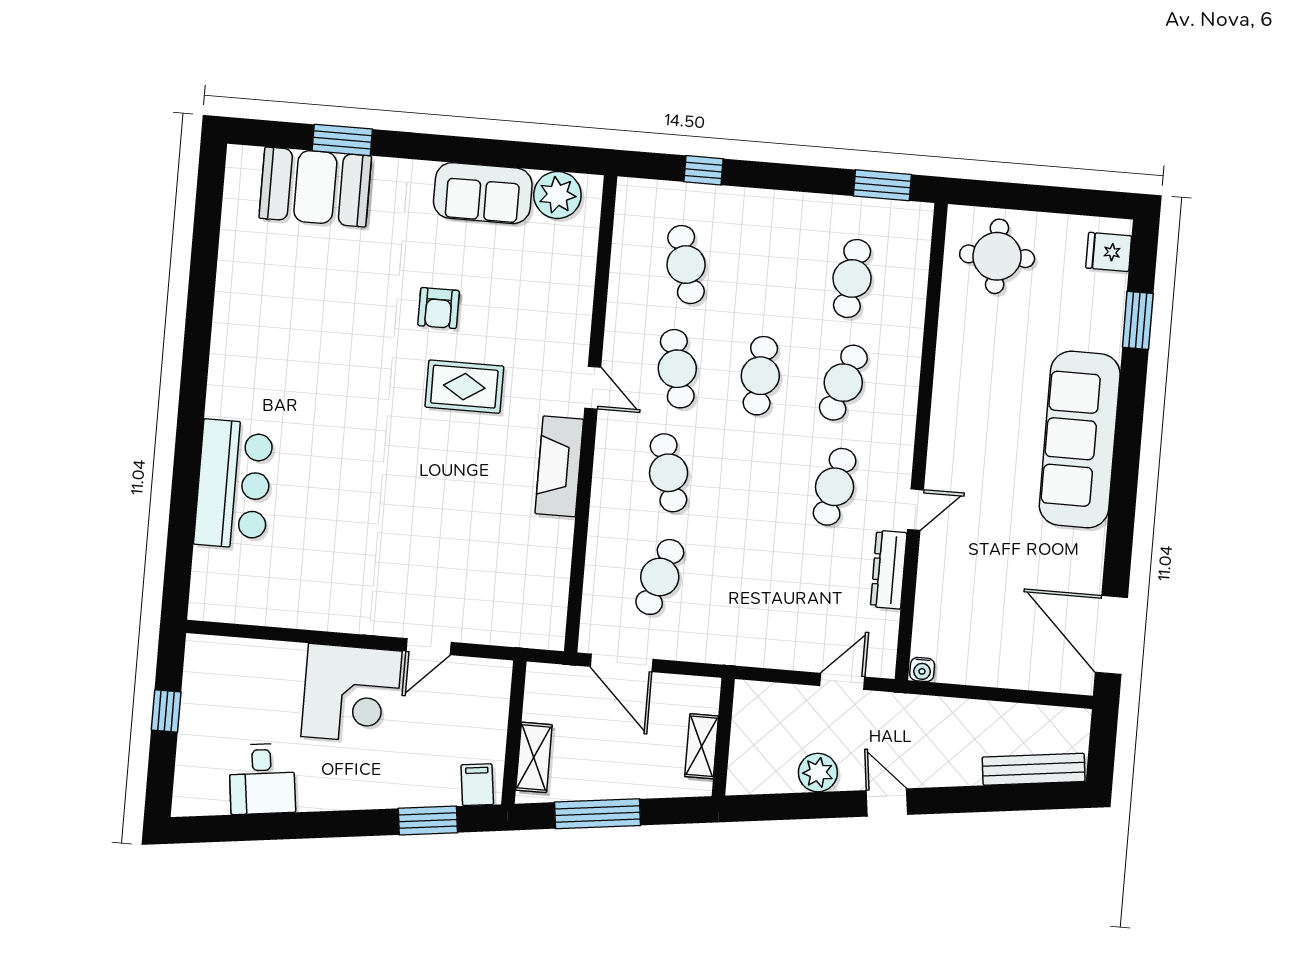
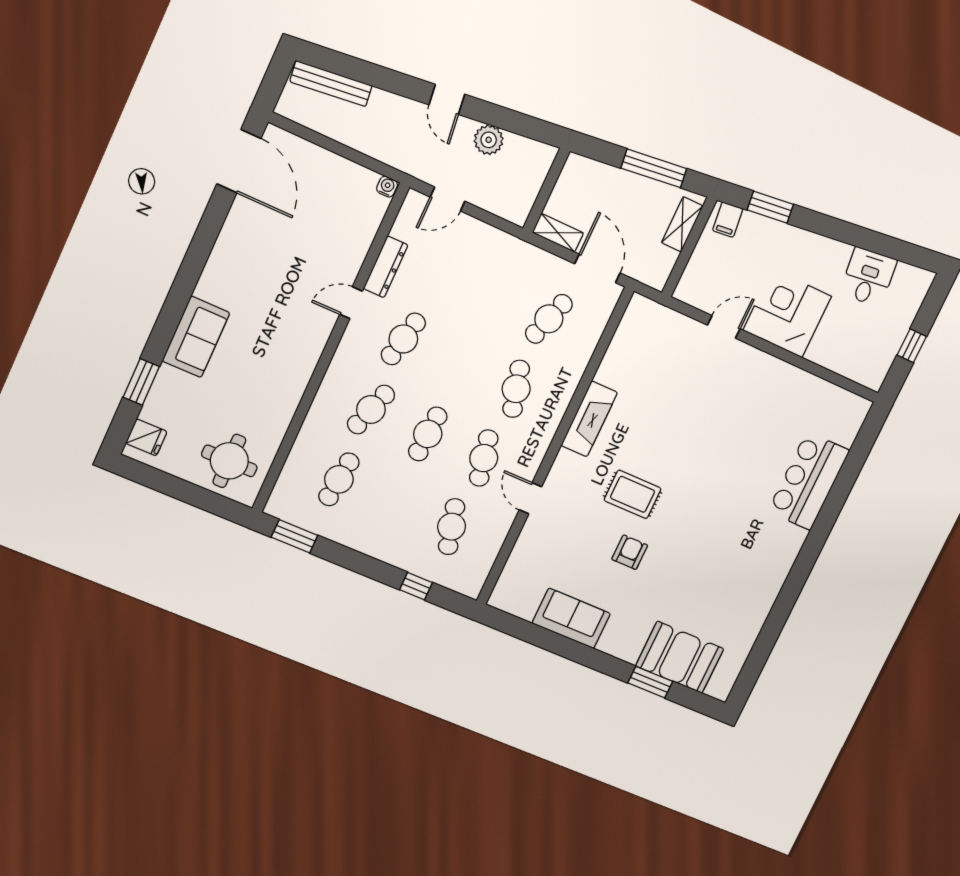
plant: (557, 195) -> (522, 601), removed
door: (593, 388) -> (530, 498), moved
sofa: (1080, 440) -> (196, 337), width x0.54, depth x0.79
shelving: (702, 746) -> (558, 233), moved, turned 90

